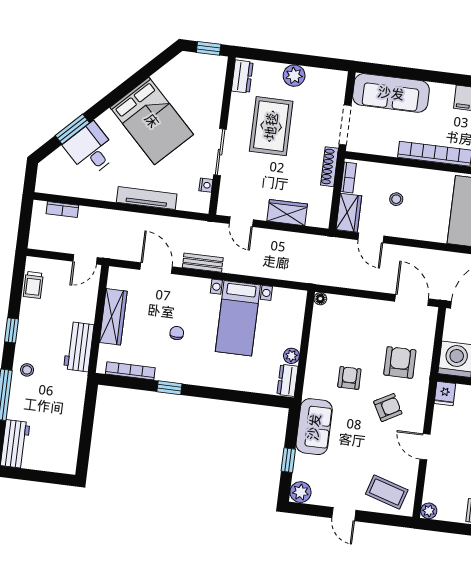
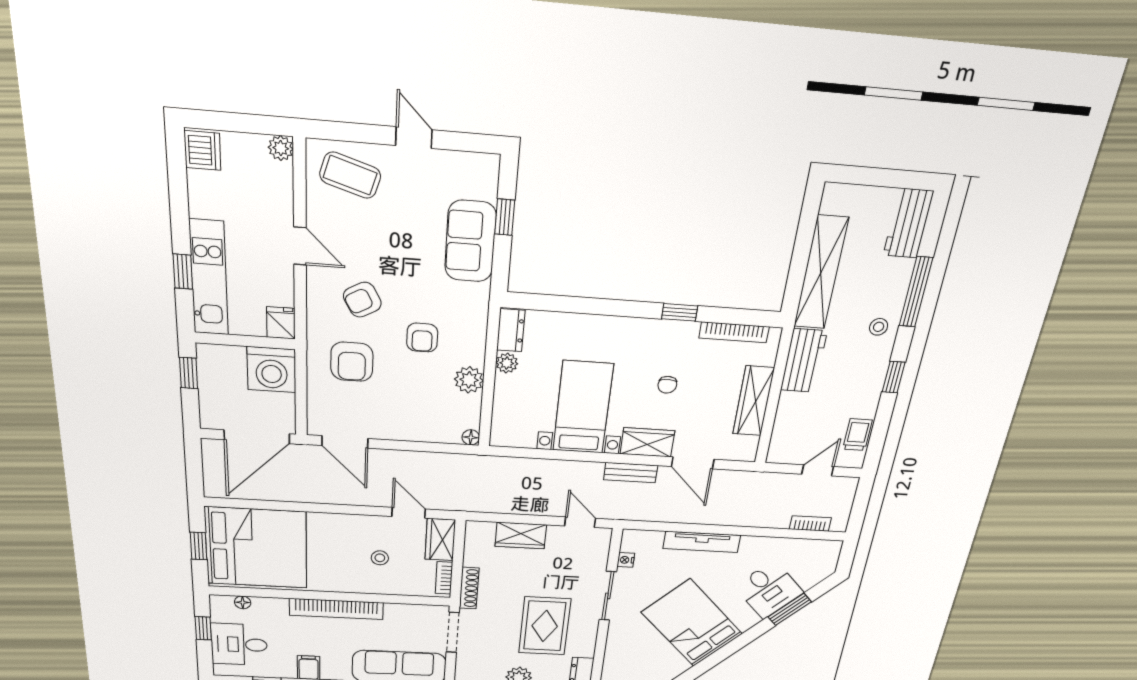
door: (85, 259) -> (818, 470), moved
wardrobe: (190, 287) -> (647, 442), added
shelving: (72, 412) -> (821, 273), added
sofa: (314, 427) -> (470, 241), moved
plant: (300, 492) -> (469, 380), moved

